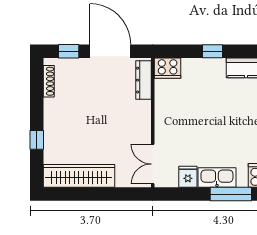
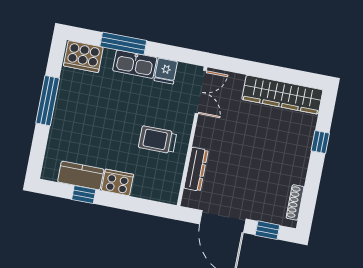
window: (212, 51) -> (84, 195), moved
cooker: (168, 68) -> (117, 182), moved
dresser: (144, 80) -> (196, 169), moved
trolley: (183, 113) -> (158, 140), added

